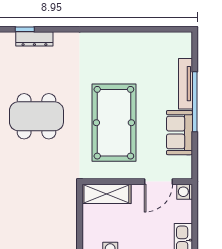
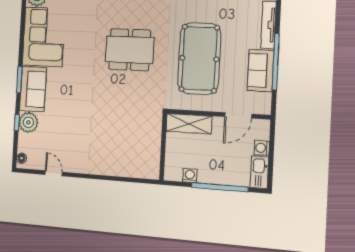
window: (195, 102) -> (276, 62), moved
washing machine: (185, 192) -> (262, 148), moved

